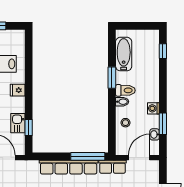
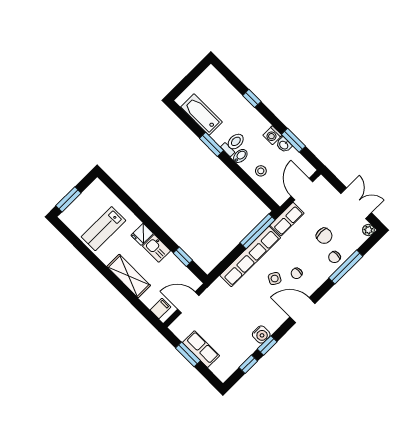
window: (163, 51) -> (252, 98), moved
kitchen sink: (18, 123) -> (156, 248), moved
washbasin: (155, 134) -> (284, 145), moved

